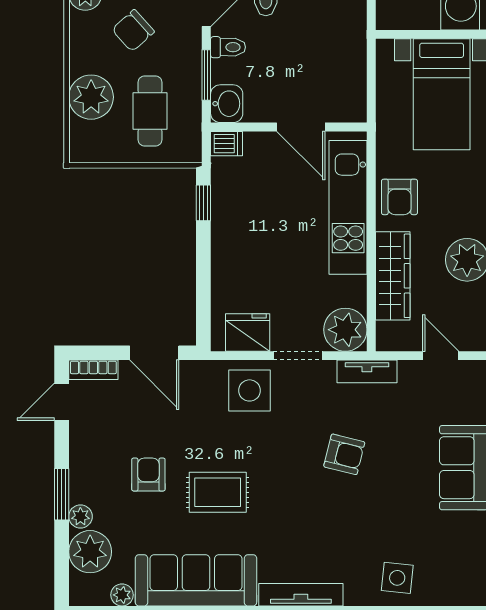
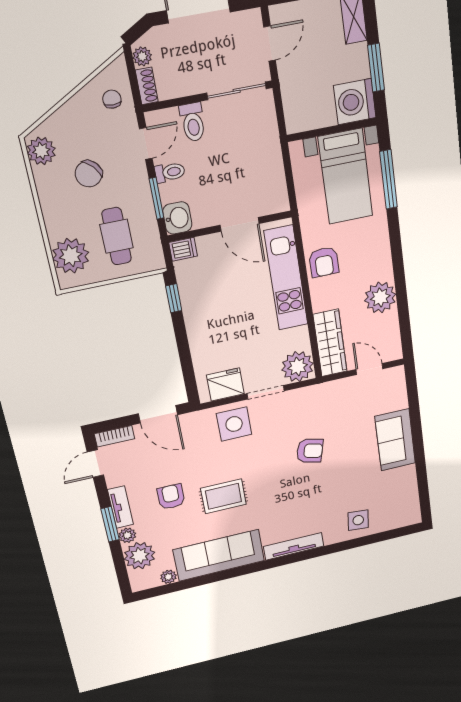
plant: (91, 97) -> (71, 256), moved
wardrobe: (393, 276) -> (330, 343), moved
tv unit: (367, 371) -> (121, 507), moved, turned -90

